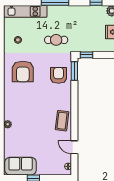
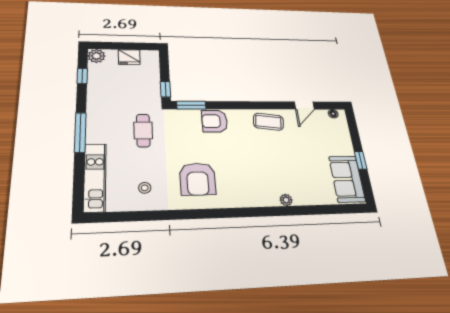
armchair: (23, 71) -> (198, 179), turned 90
armchair: (58, 75) -> (215, 121), moved

